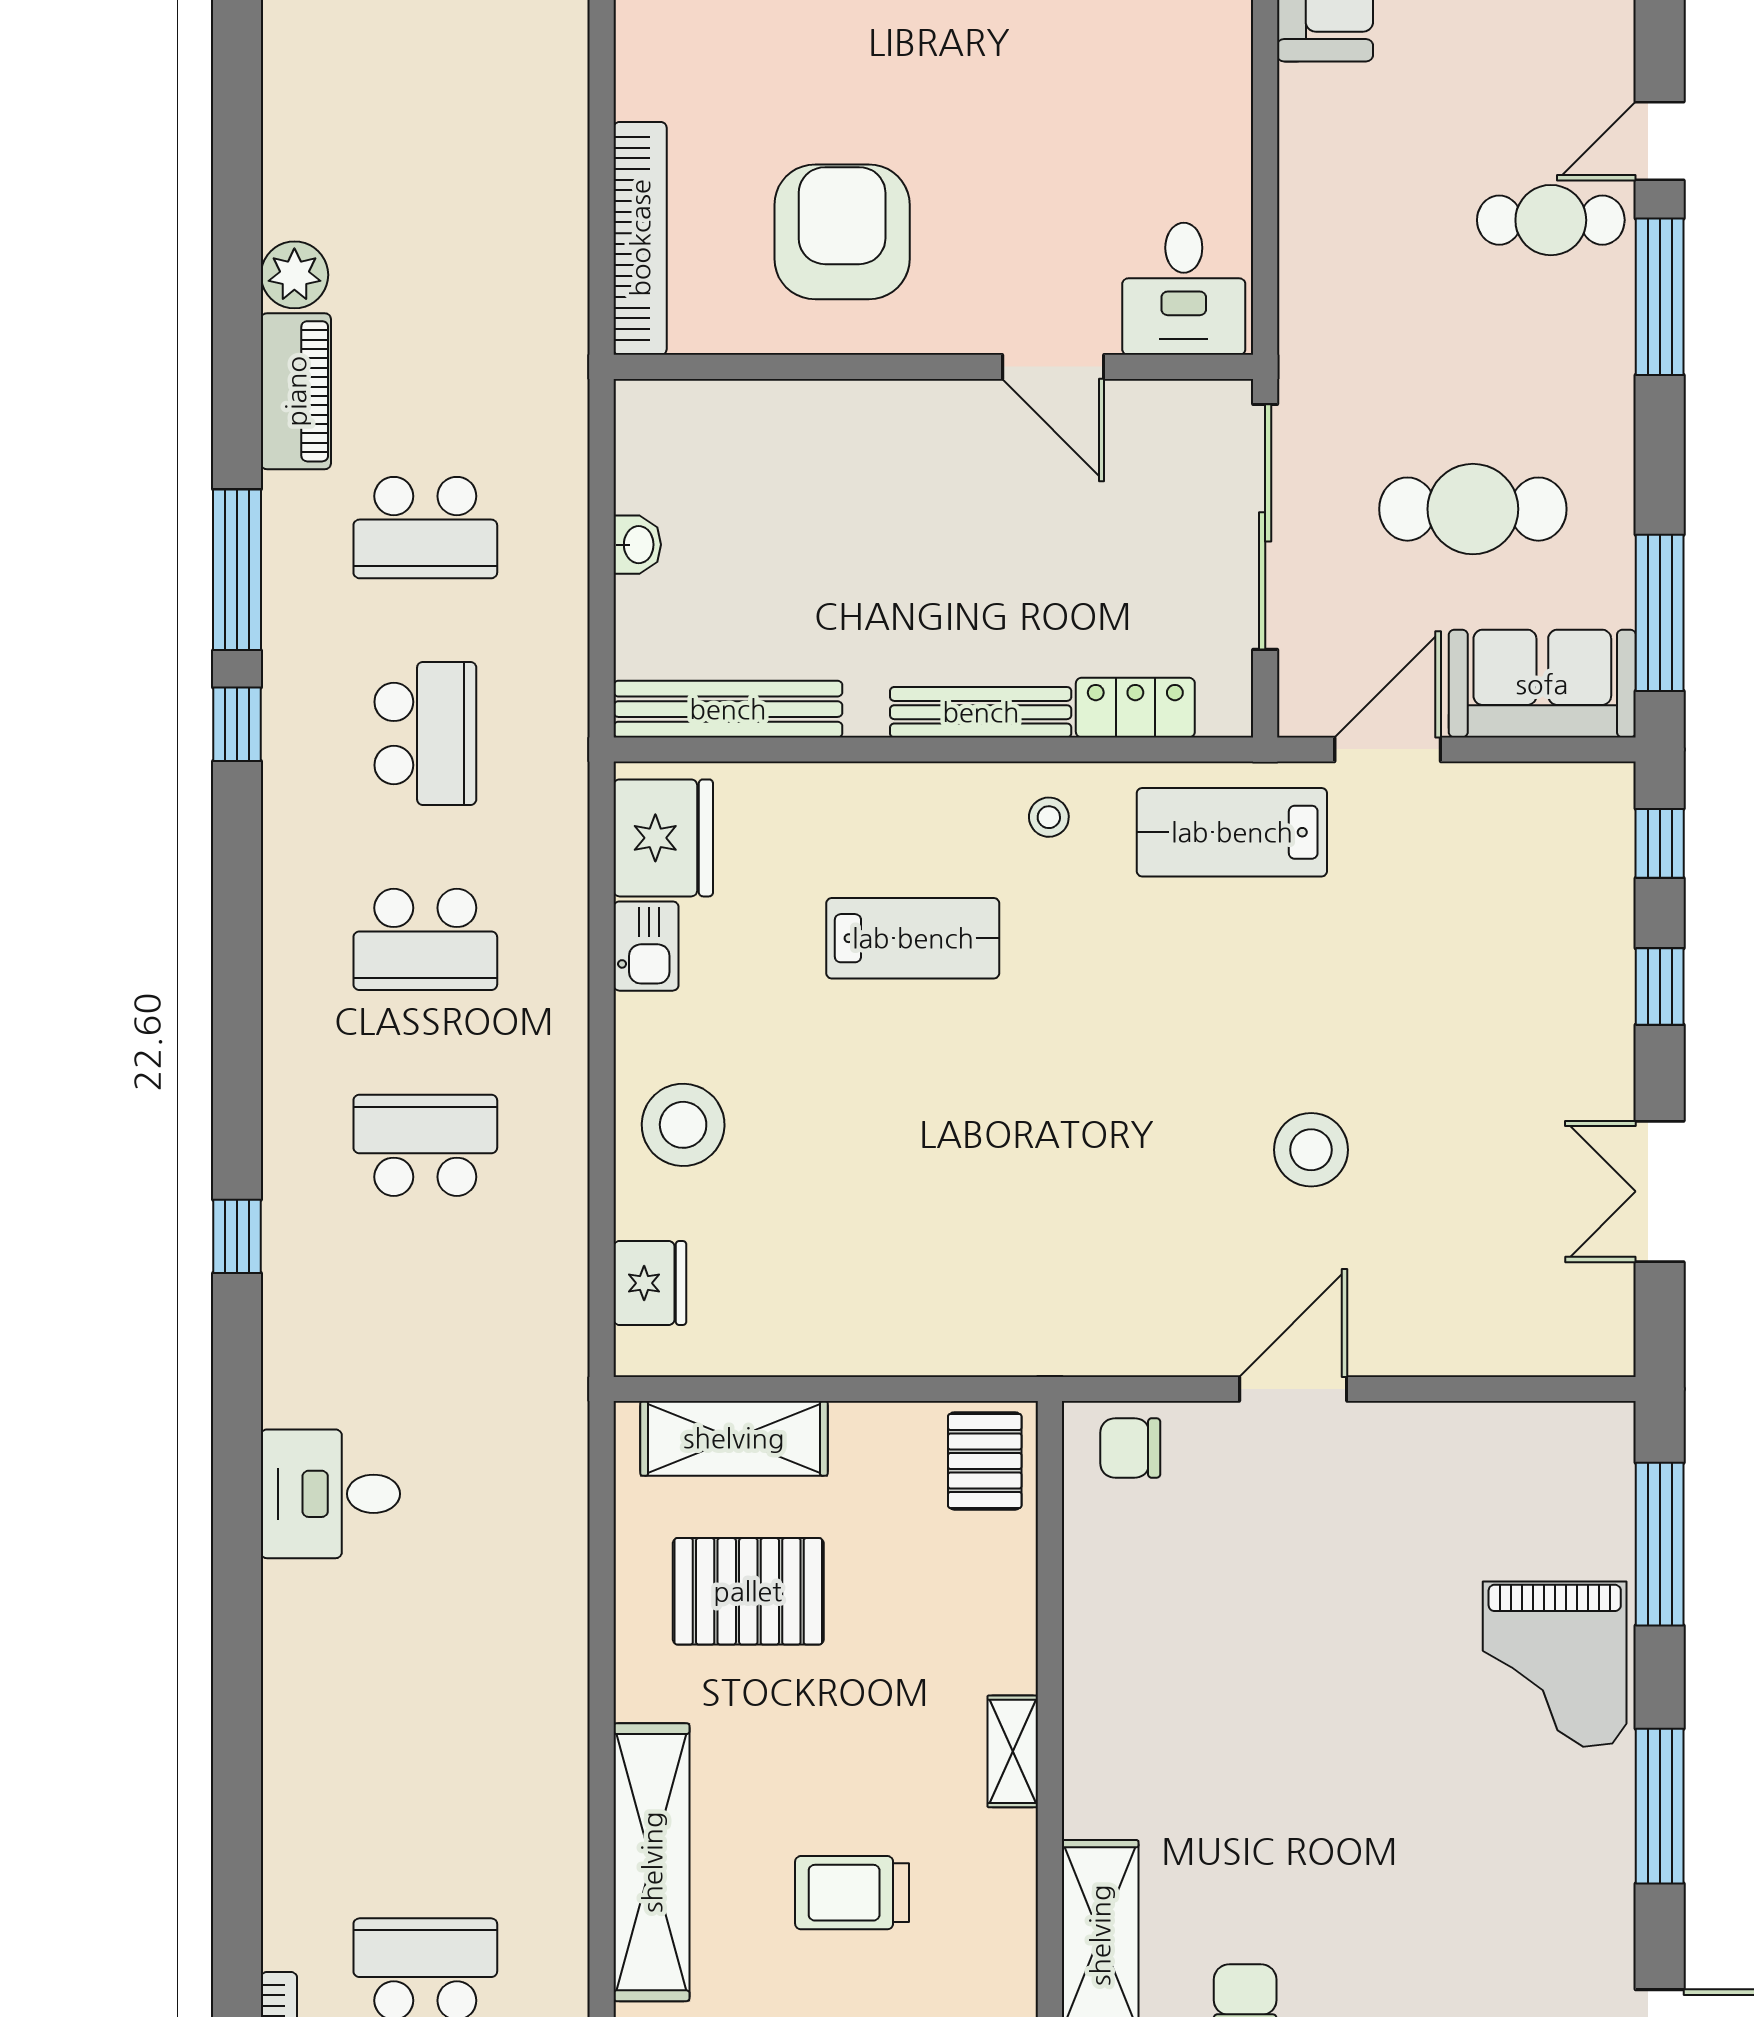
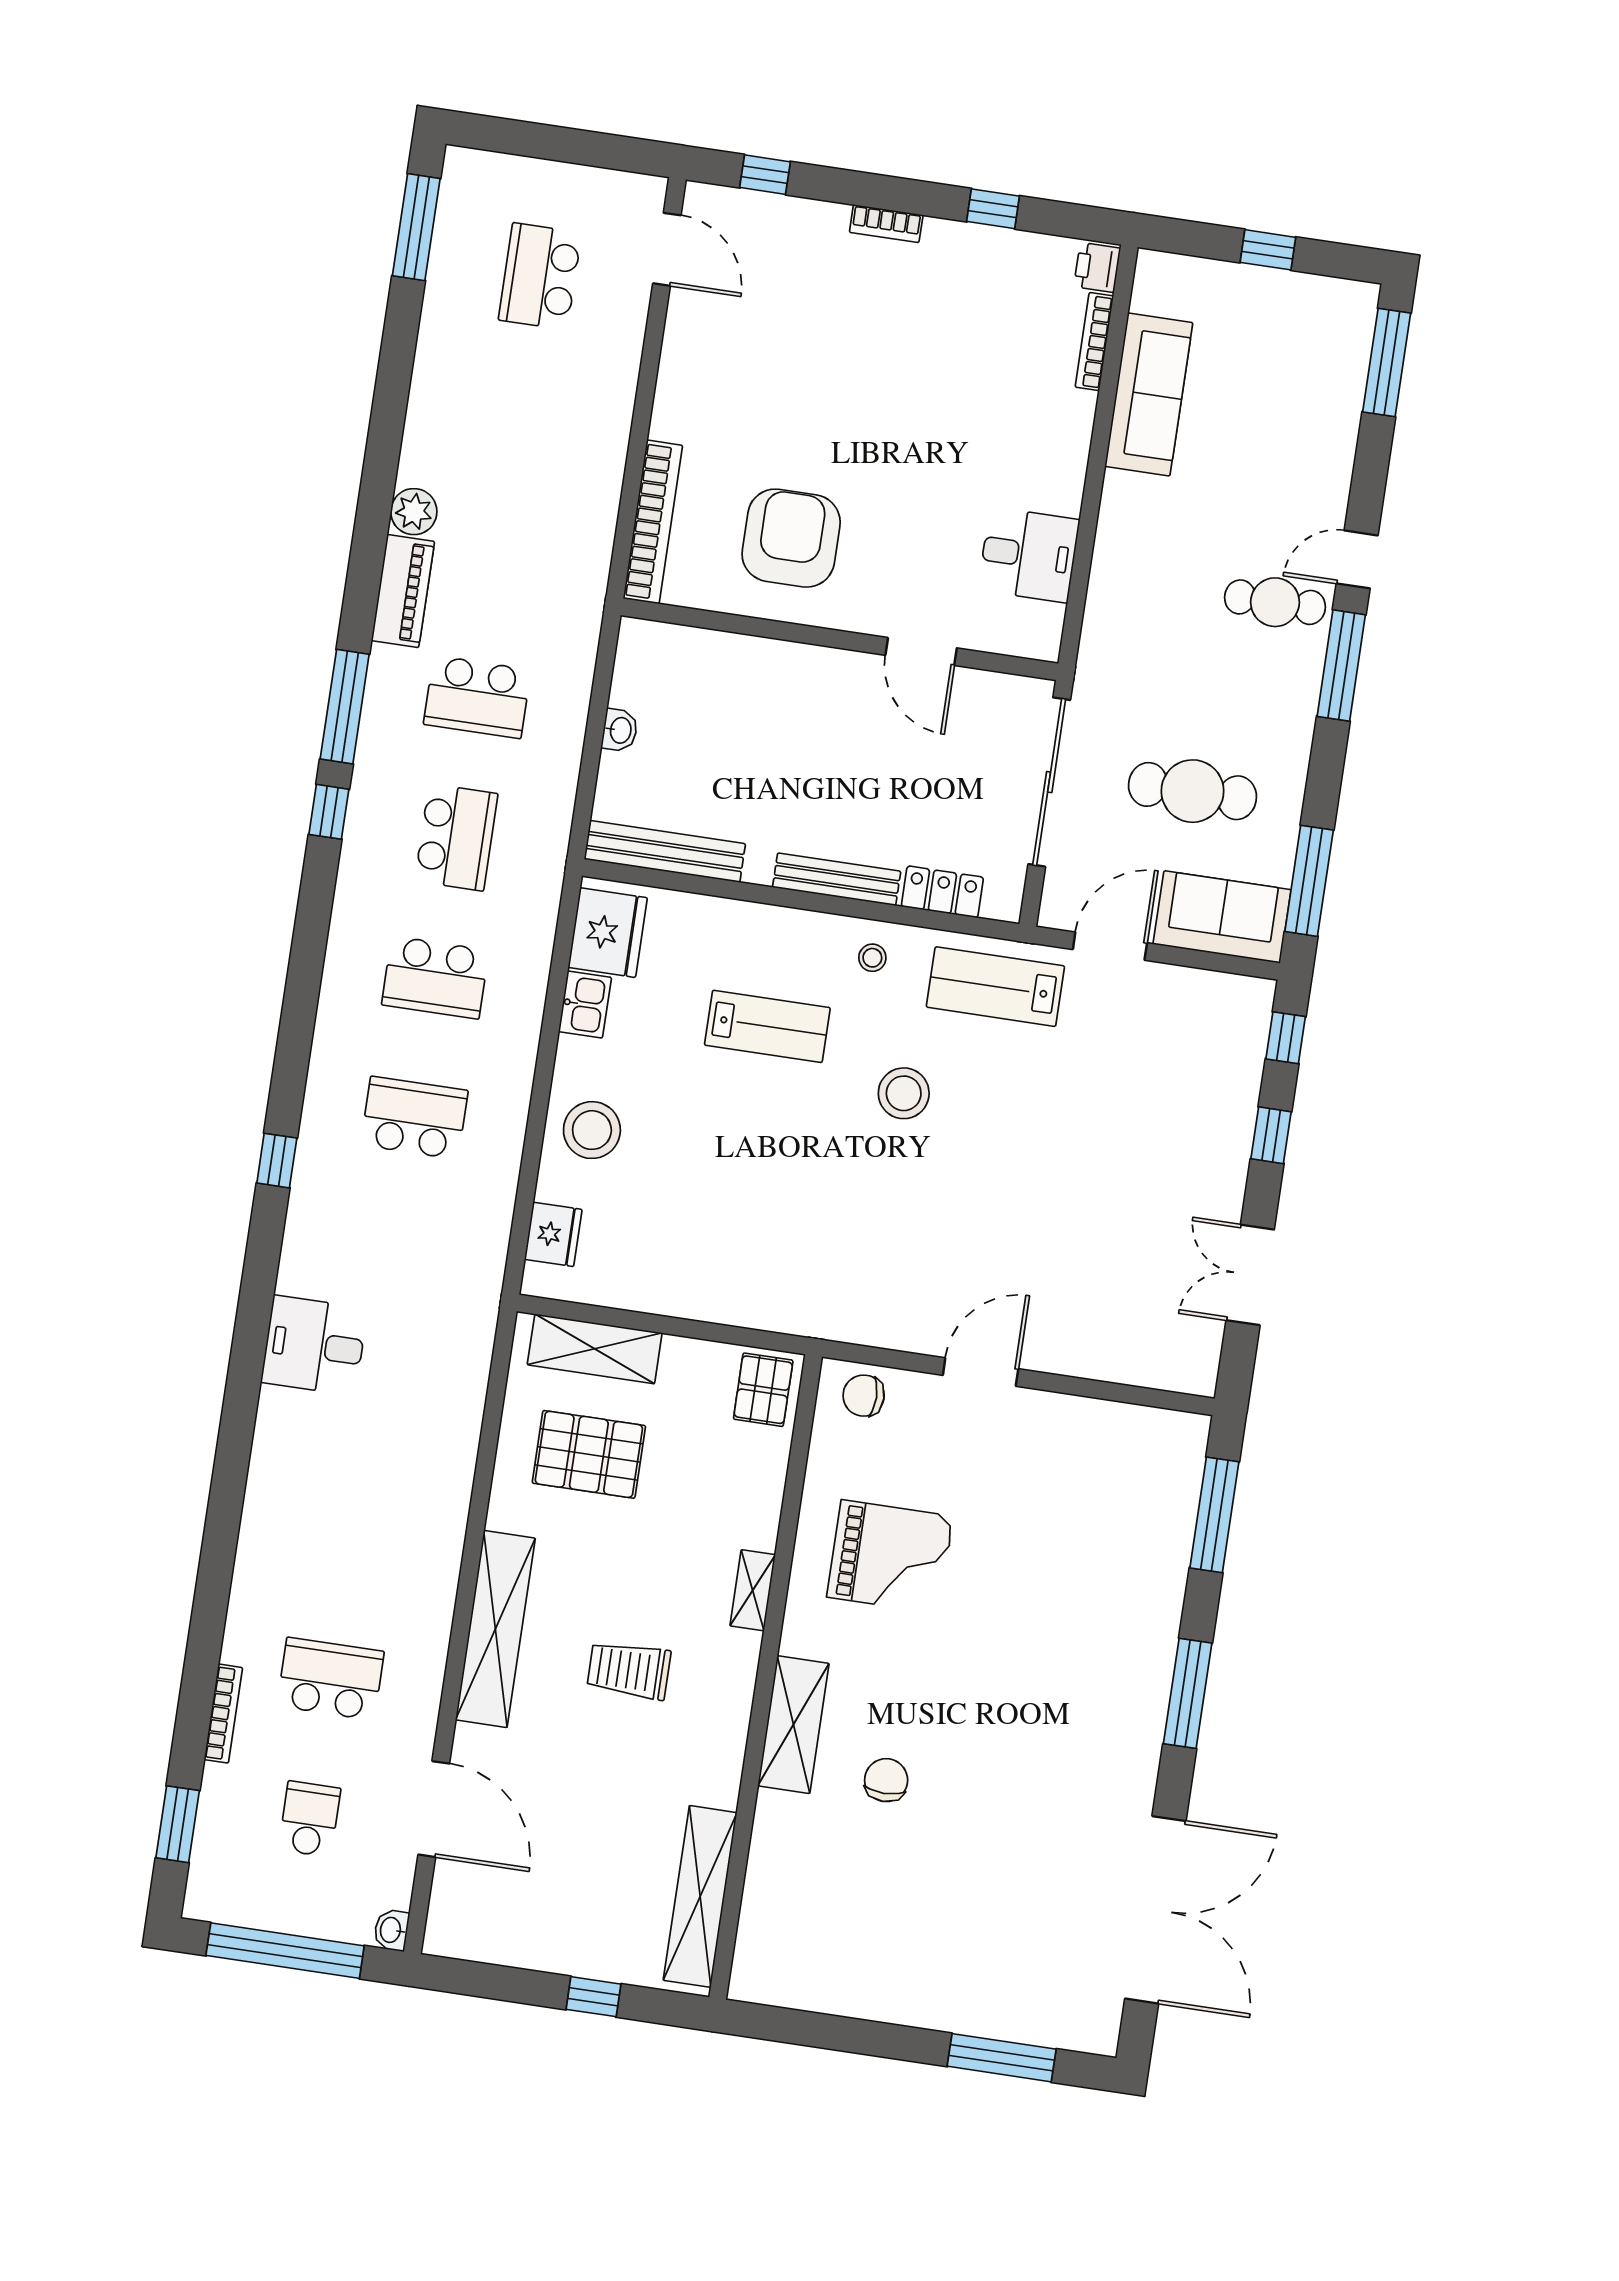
desk: (1184, 289) -> (1029, 555), moved, turned -90
stool: (1311, 1150) -> (904, 1093), moved
grand piano: (1555, 1664) -> (890, 1557), moved, turned -90

